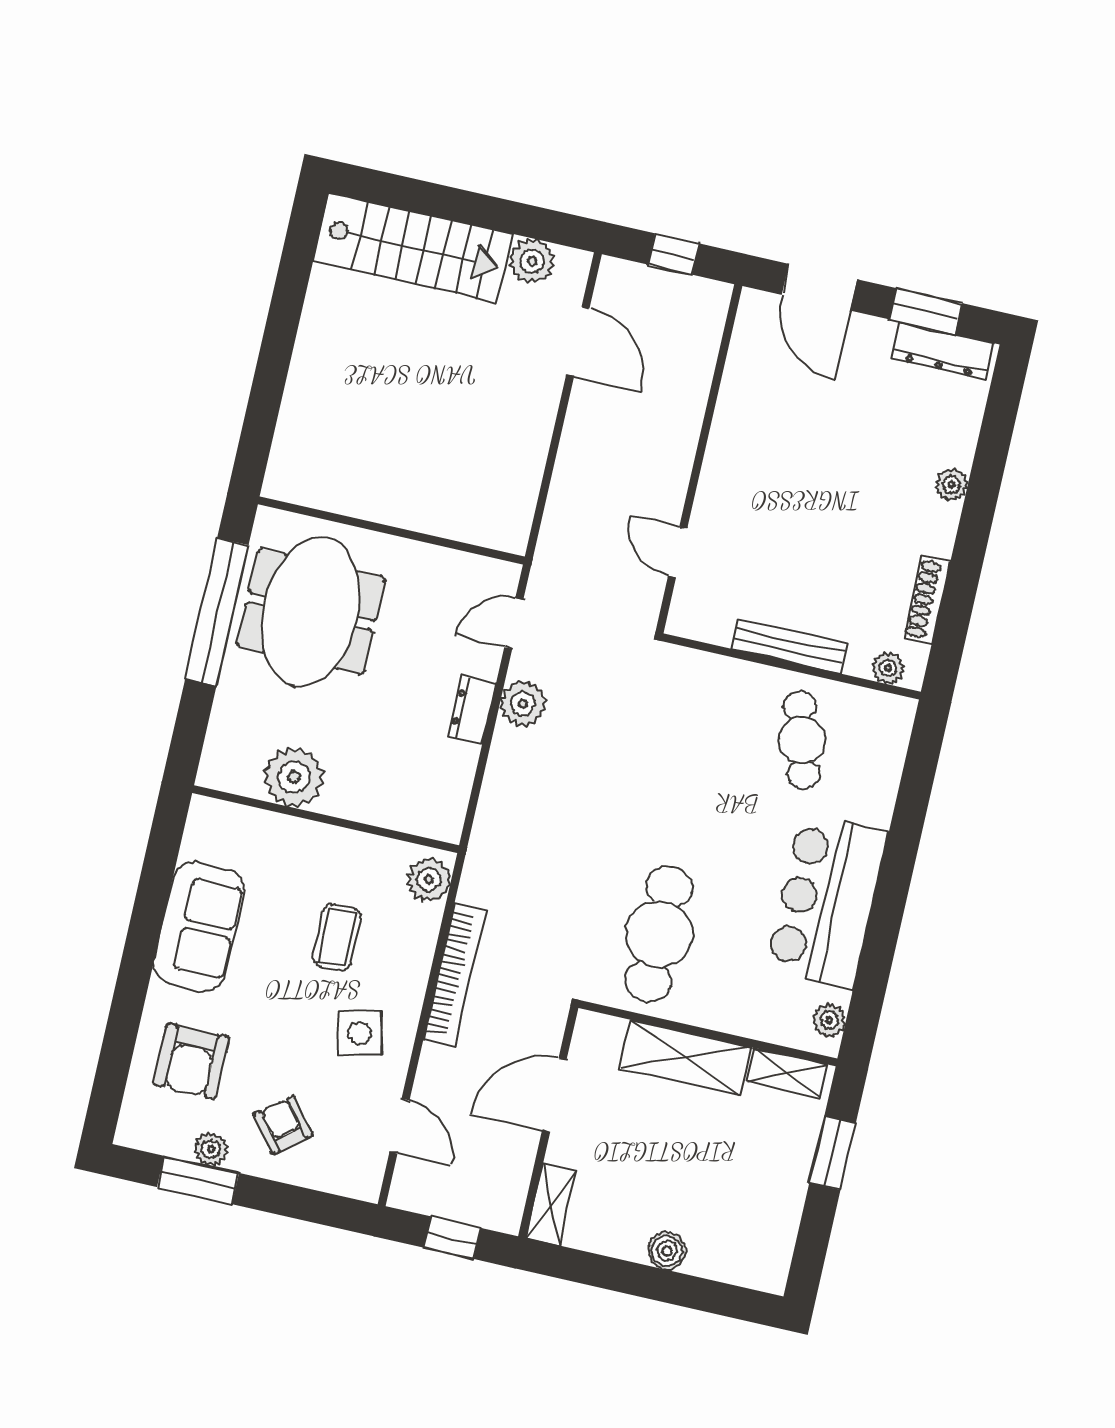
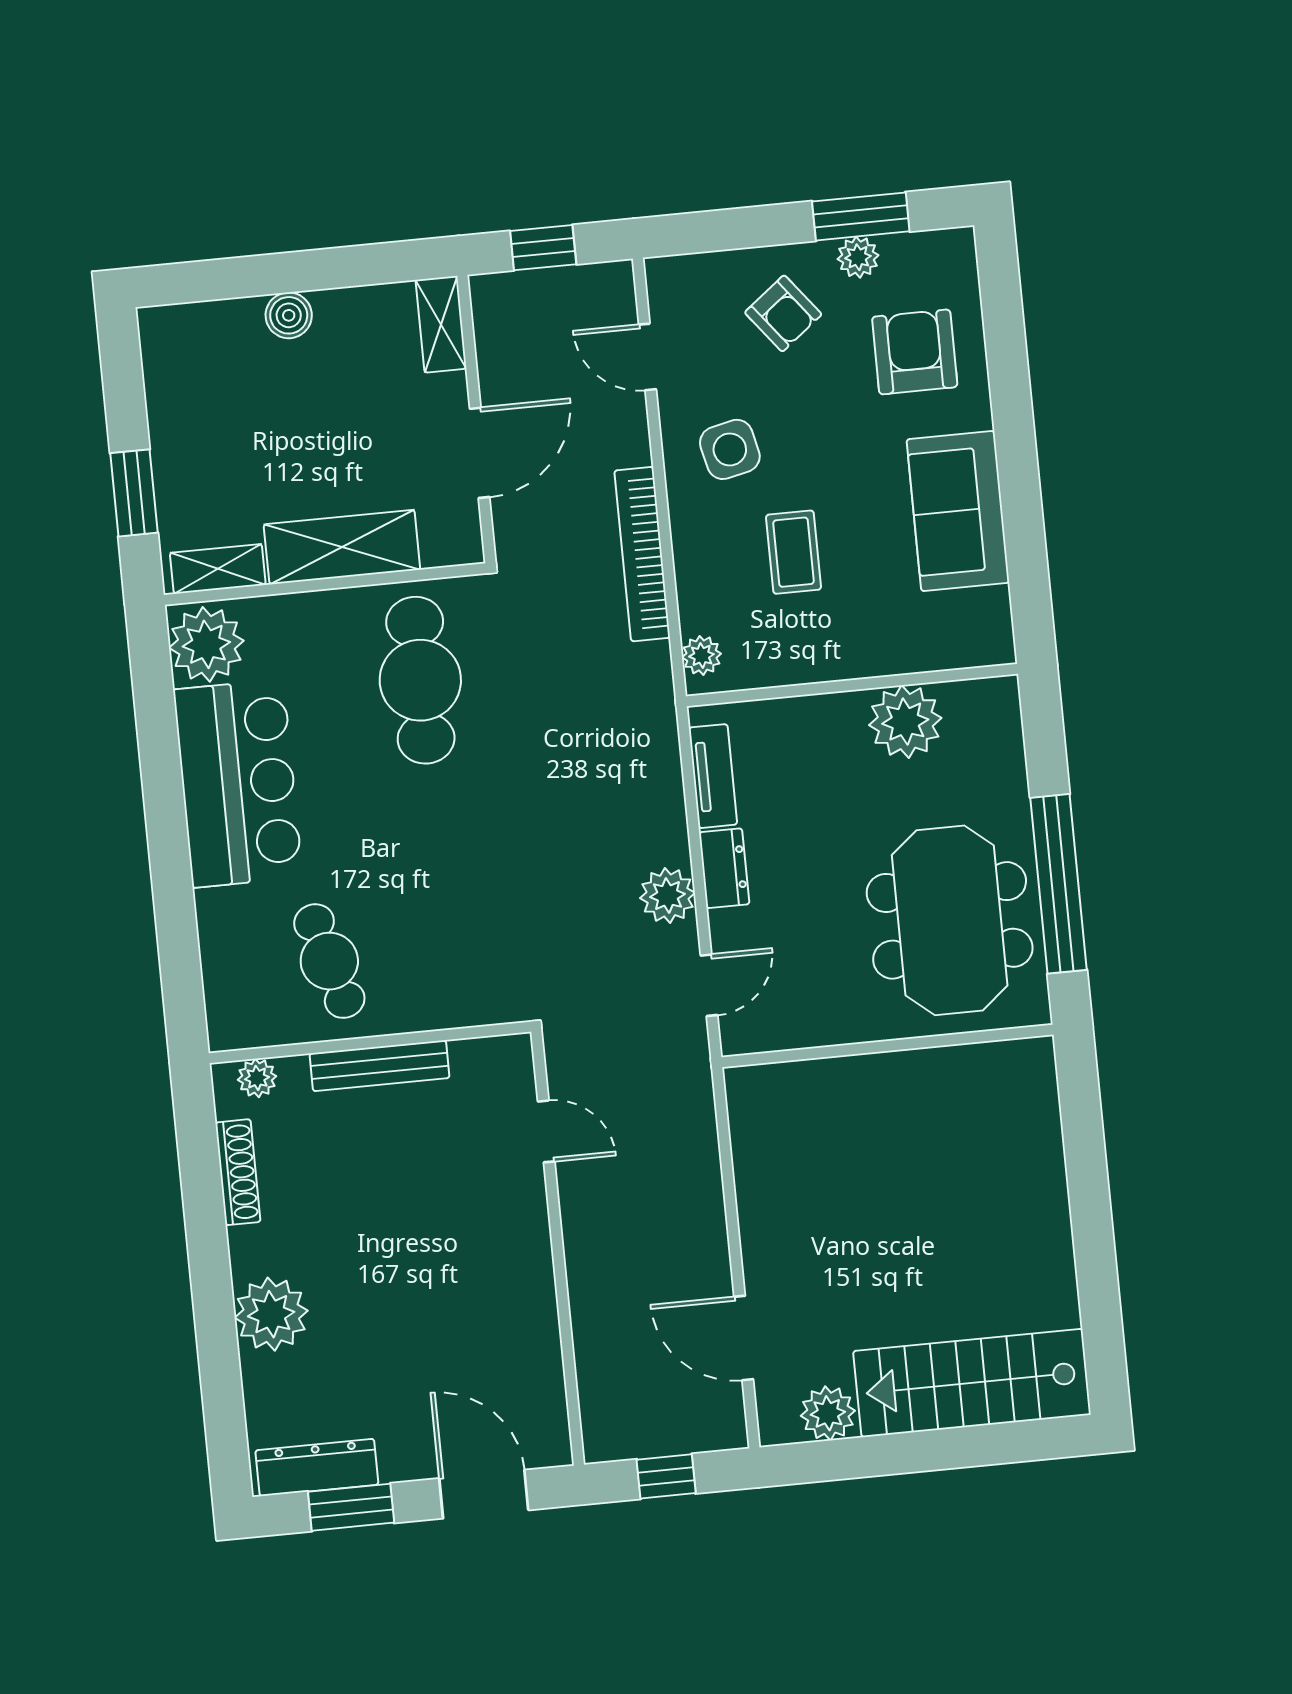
plant: (951, 485) -> (271, 1314), width x1.88, depth x1.88
tv unit: (457, 785) -> (713, 776), added
plant: (429, 880) -> (702, 655), width x0.73, depth x0.73
plant: (829, 1020) -> (206, 644), width x1.88, depth x1.88

